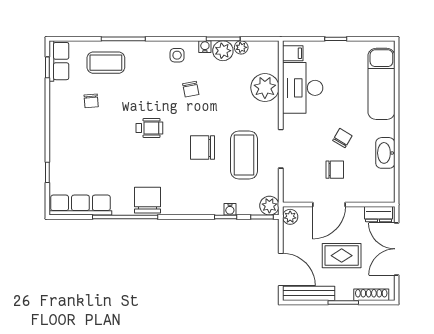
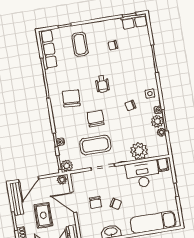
coffee table: (106, 63) -> (80, 44), moved
chair: (148, 200) -> (71, 98), moved, turned -87

